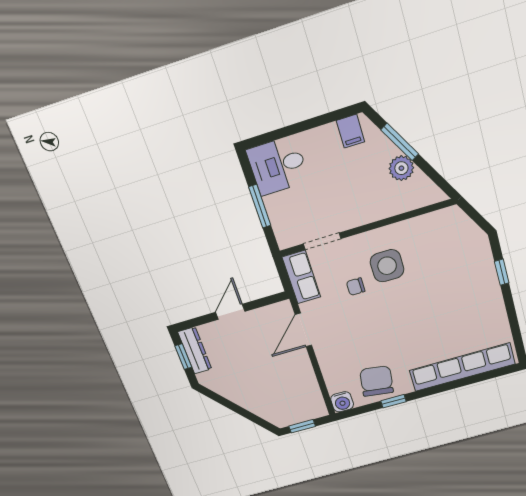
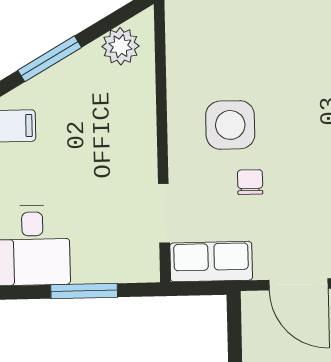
plant: (401, 168) -> (120, 46), moved
chair: (356, 287) -> (250, 182), turned 180

